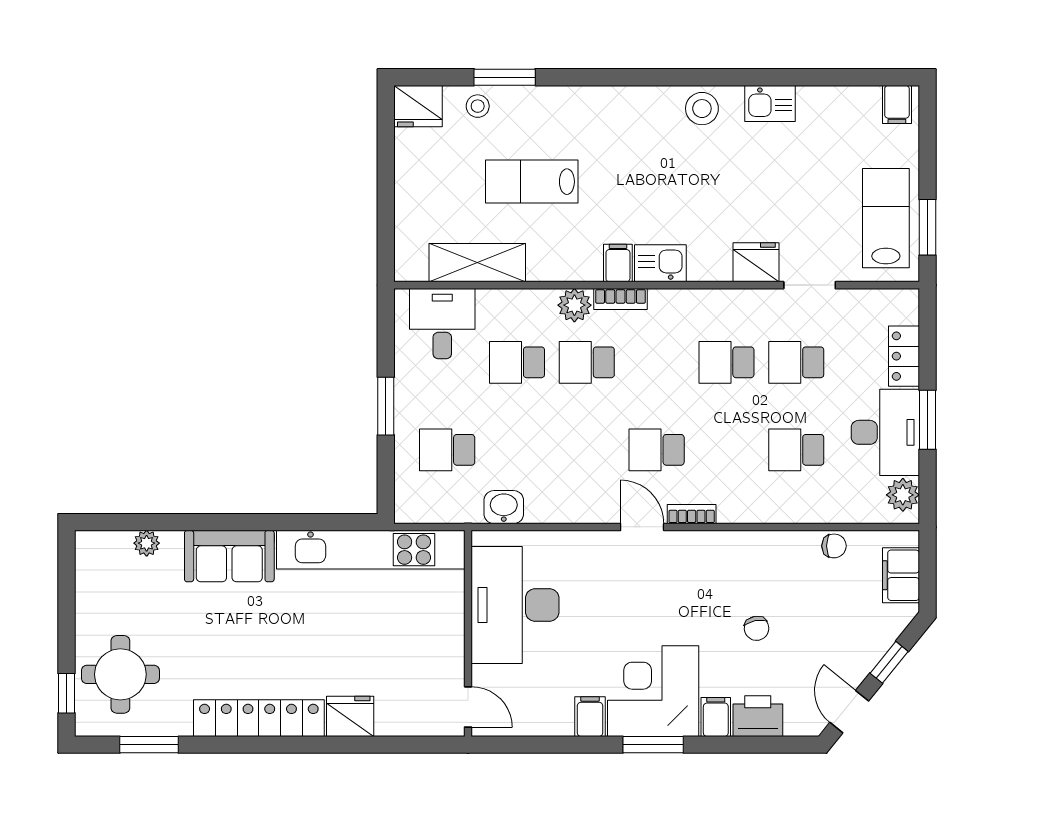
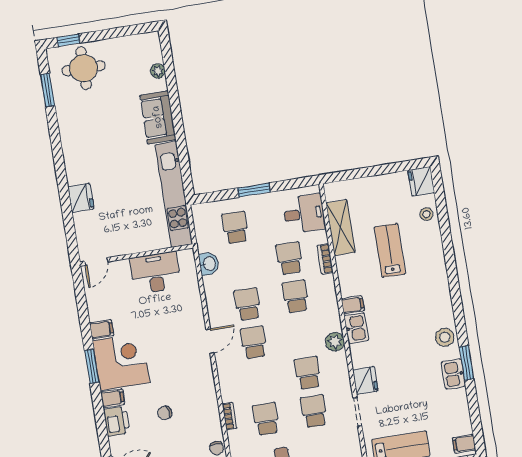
window: (505, 77) -> (467, 363), moved
bookcase: (620, 299) -> (325, 259), moved
plant: (574, 305) -> (335, 342), moved
school desk: (587, 450) -> (248, 304), added
bookcase: (692, 514) -> (229, 416), moved
desk: (515, 605) -> (155, 273), width x0.73, depth x0.77
locker: (259, 718) -> (72, 148), removed

